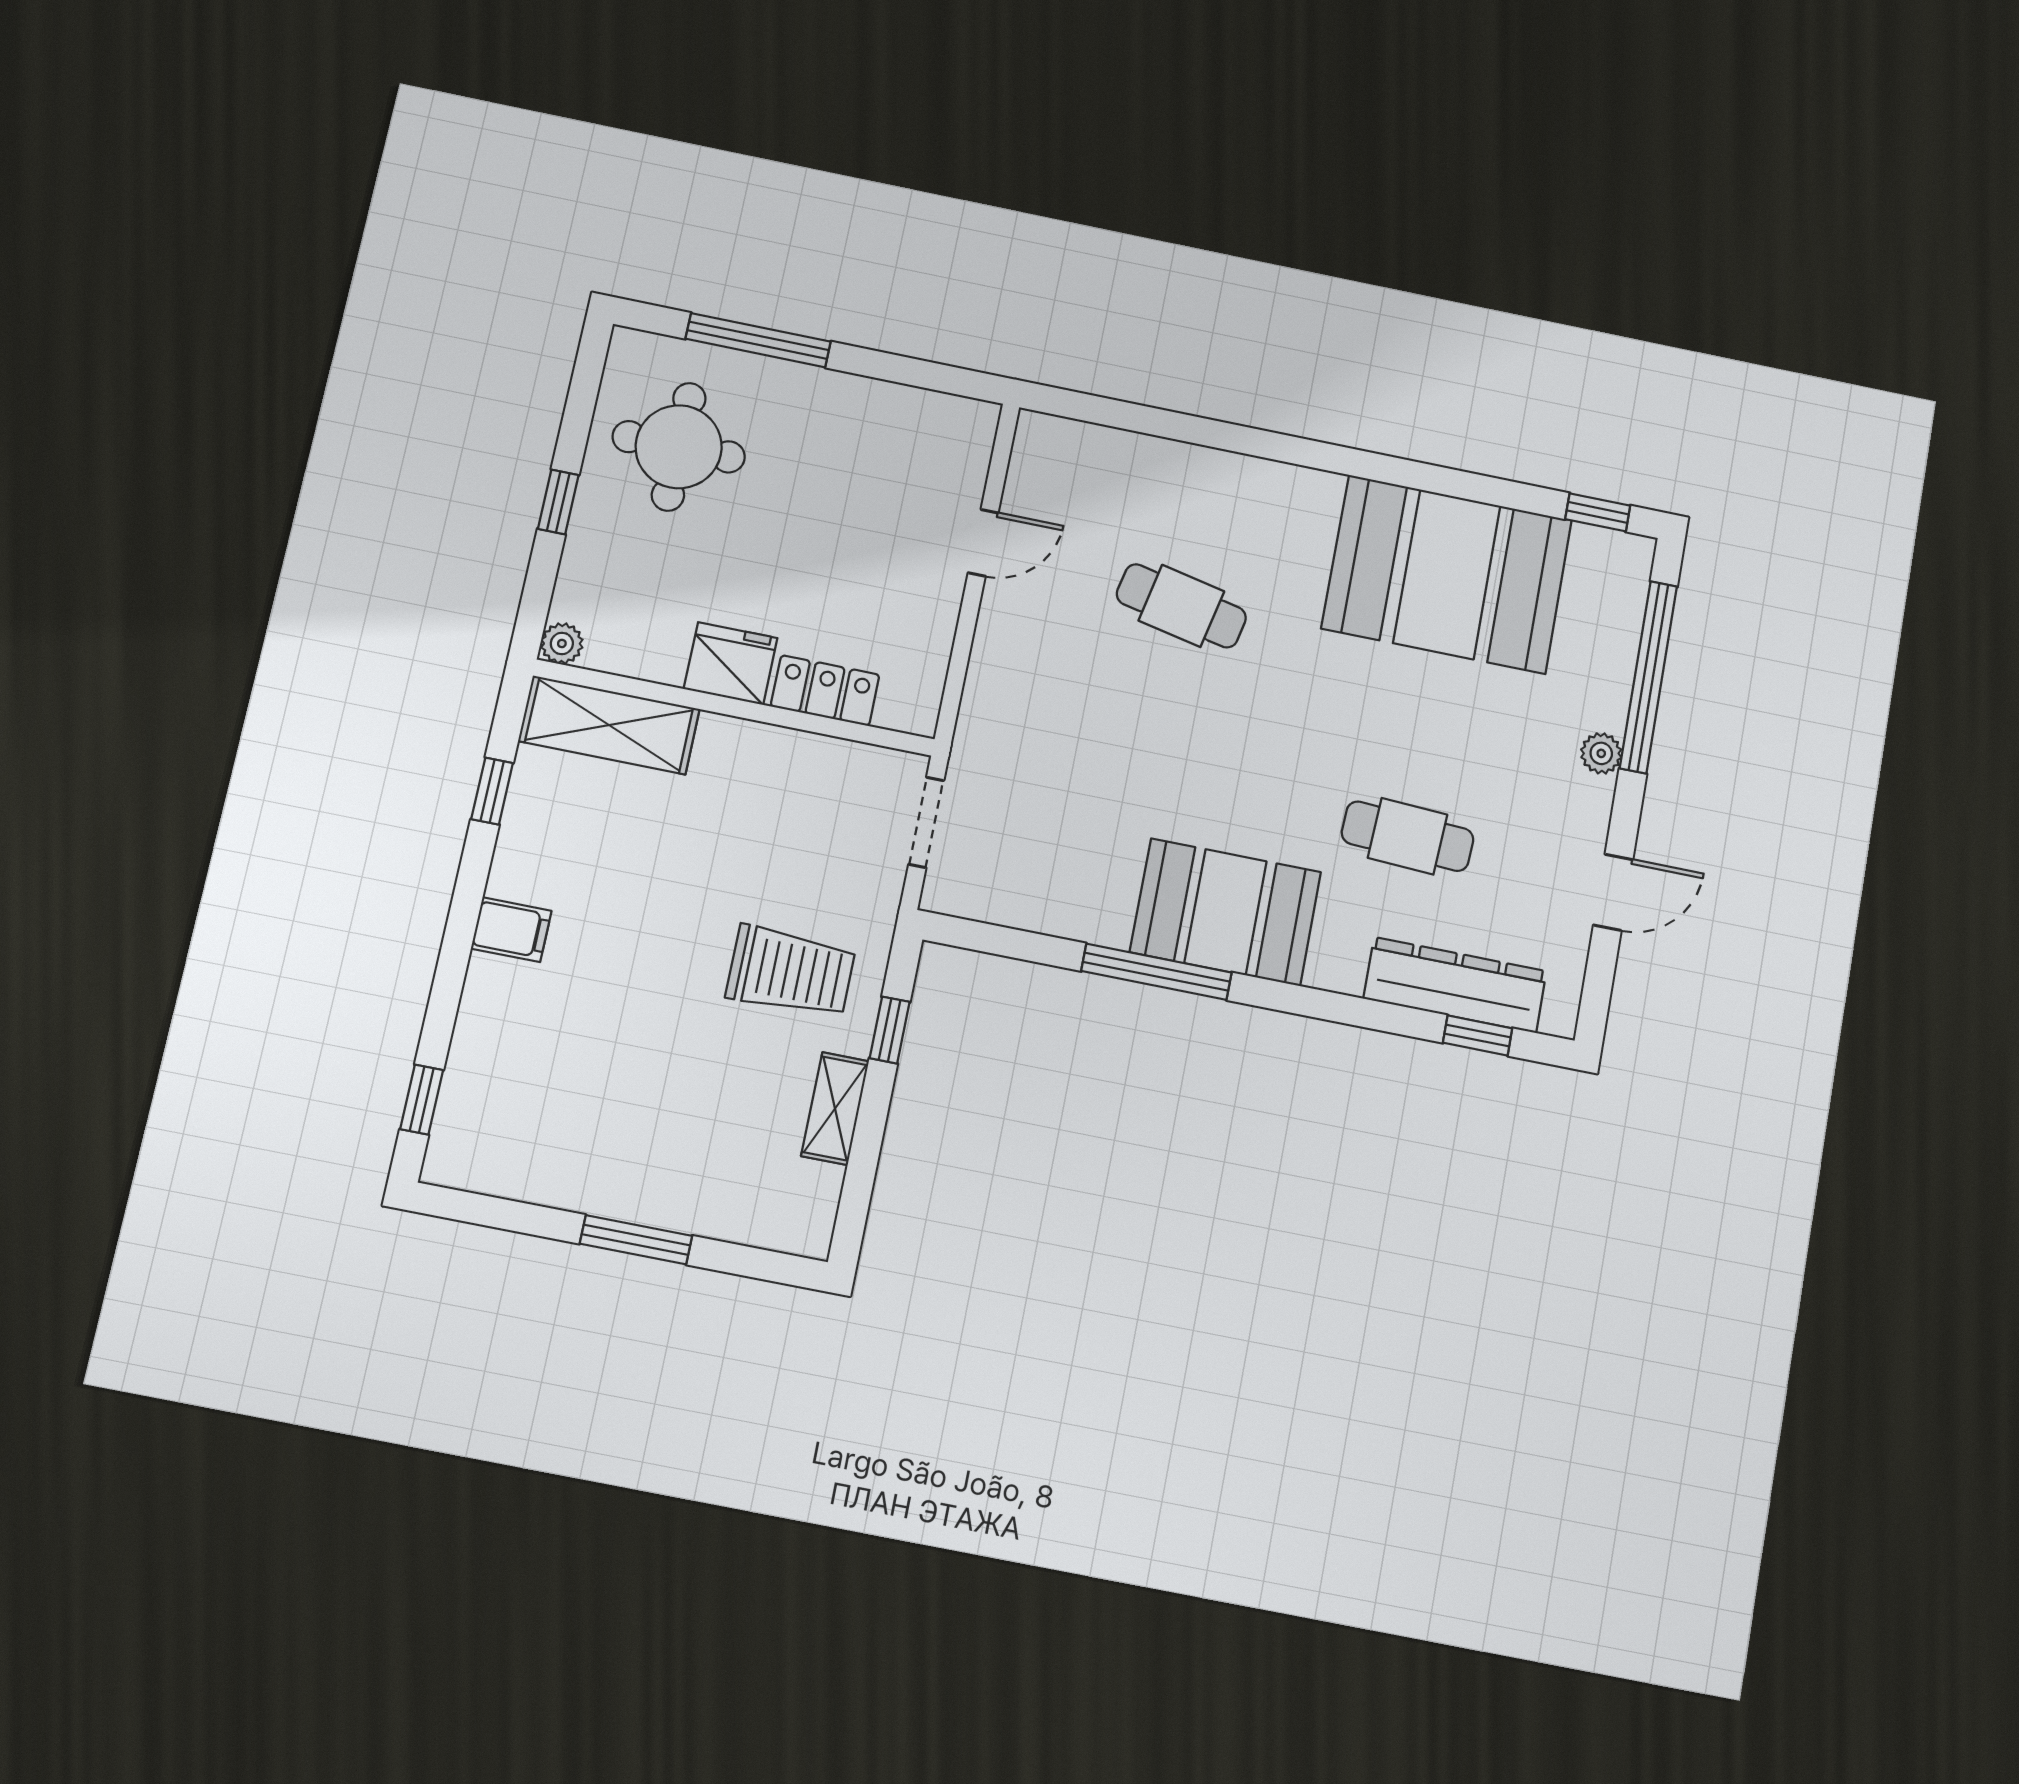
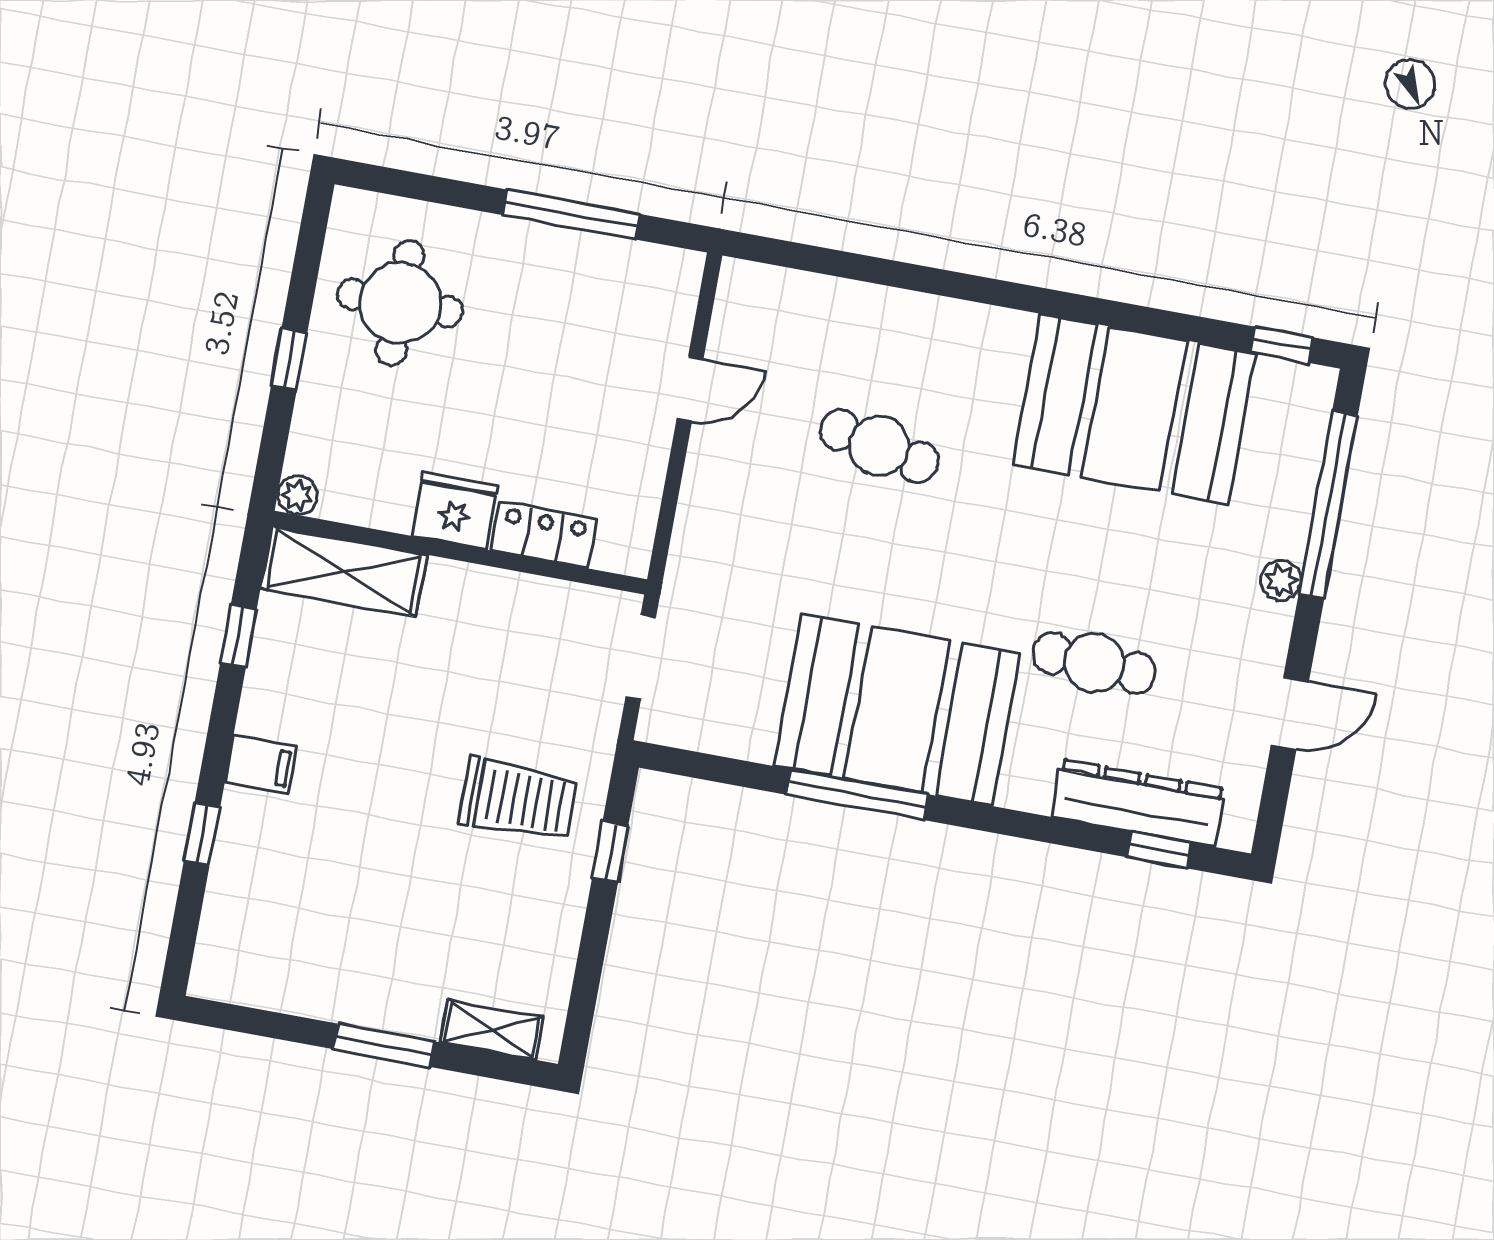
window: (758, 340) -> (572, 215), moved
booth: (1225, 912) -> (897, 710), width x1.36, depth x1.42
window: (422, 1100) -> (202, 834), moved
shelving: (835, 1109) -> (492, 1030), moved, turned 90

